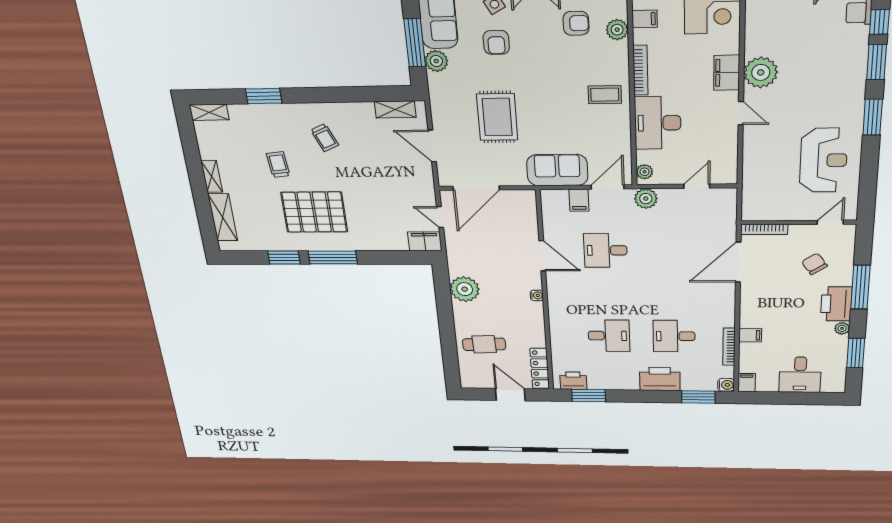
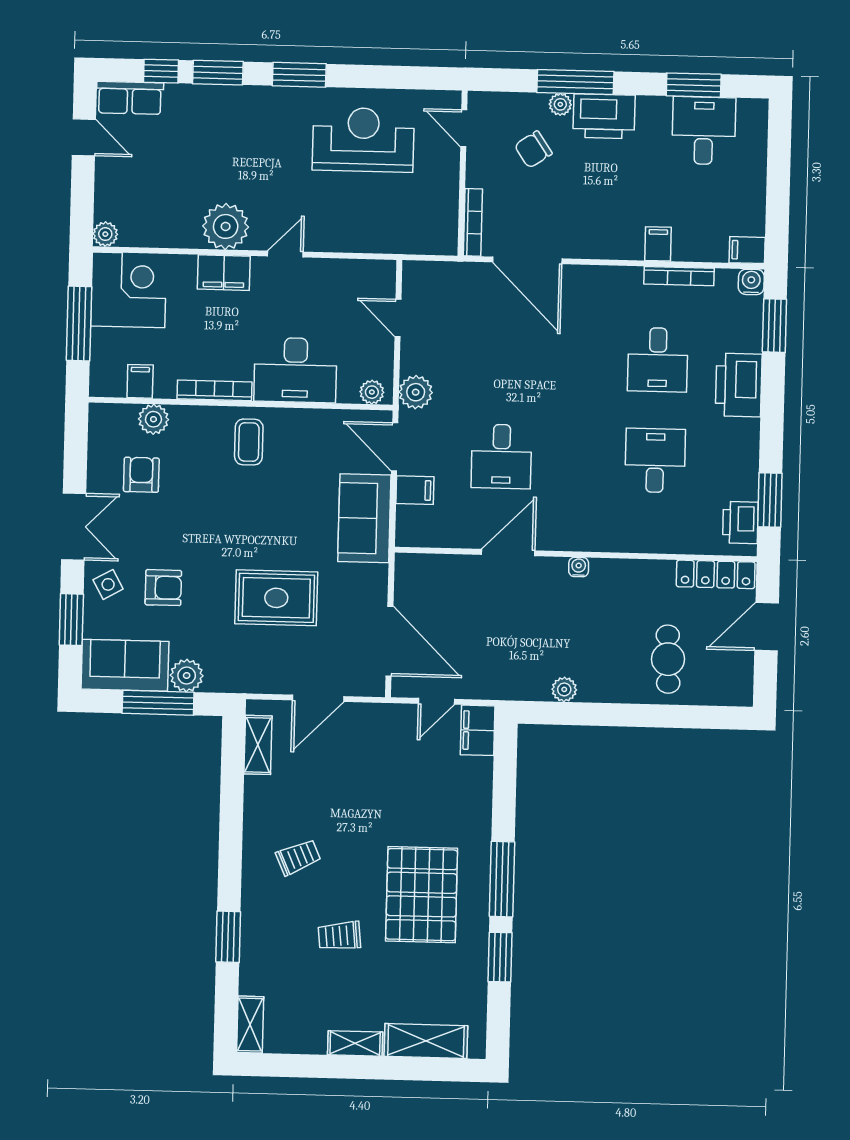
plant: (465, 289) -> (564, 689), width x0.53, depth x0.53
plant: (842, 328) -> (560, 104), moved
desk: (800, 375) -> (704, 131), moved, turned -90

